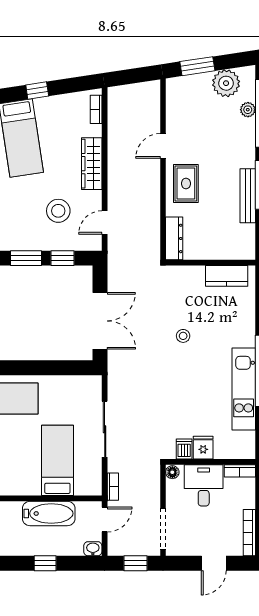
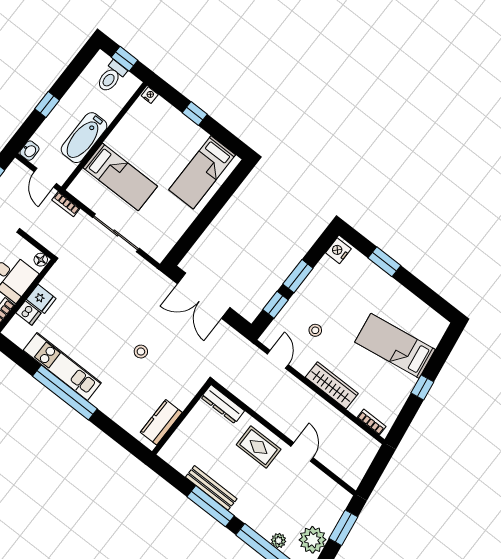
stool: (58, 211) -> (315, 330), width x0.53, depth x0.53
dishwasher: (184, 449) -> (28, 313), moved

